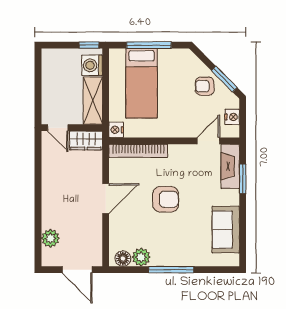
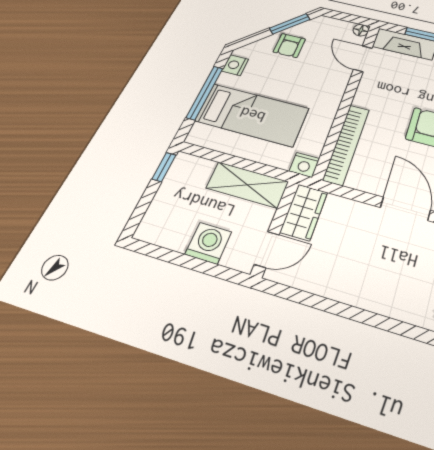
washing machine: (92, 65) -> (208, 243), moved, turned 180
nightstand: (232, 117) -> (235, 65), moved, turned -90
floor lamp: (234, 132) -> (361, 30), added

